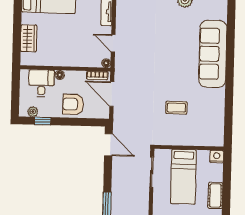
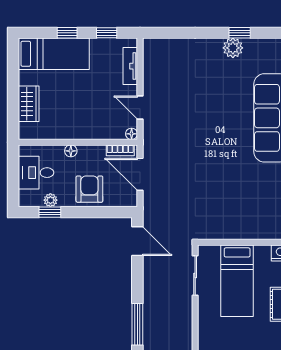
desk: (41, 83) -> (36, 173), moved, turned -90
armchair: (73, 104) -> (89, 189), turned 90
coffee table: (176, 108) -> (225, 190), removed
plant: (33, 112) -> (50, 200), moved

